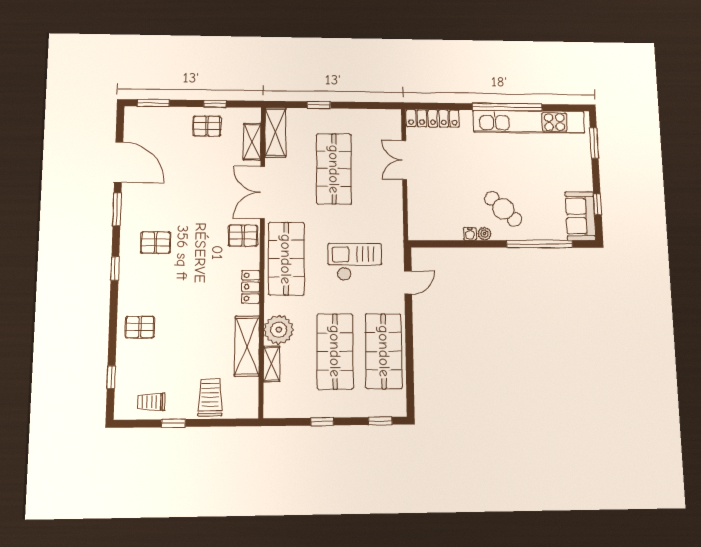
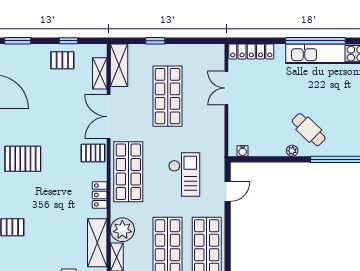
water cooler: (470, 234) -> (243, 151), moved
pallet: (156, 243) -> (23, 159), width x1.50, depth x1.42
checkout: (355, 262) -> (184, 175), turned 90

